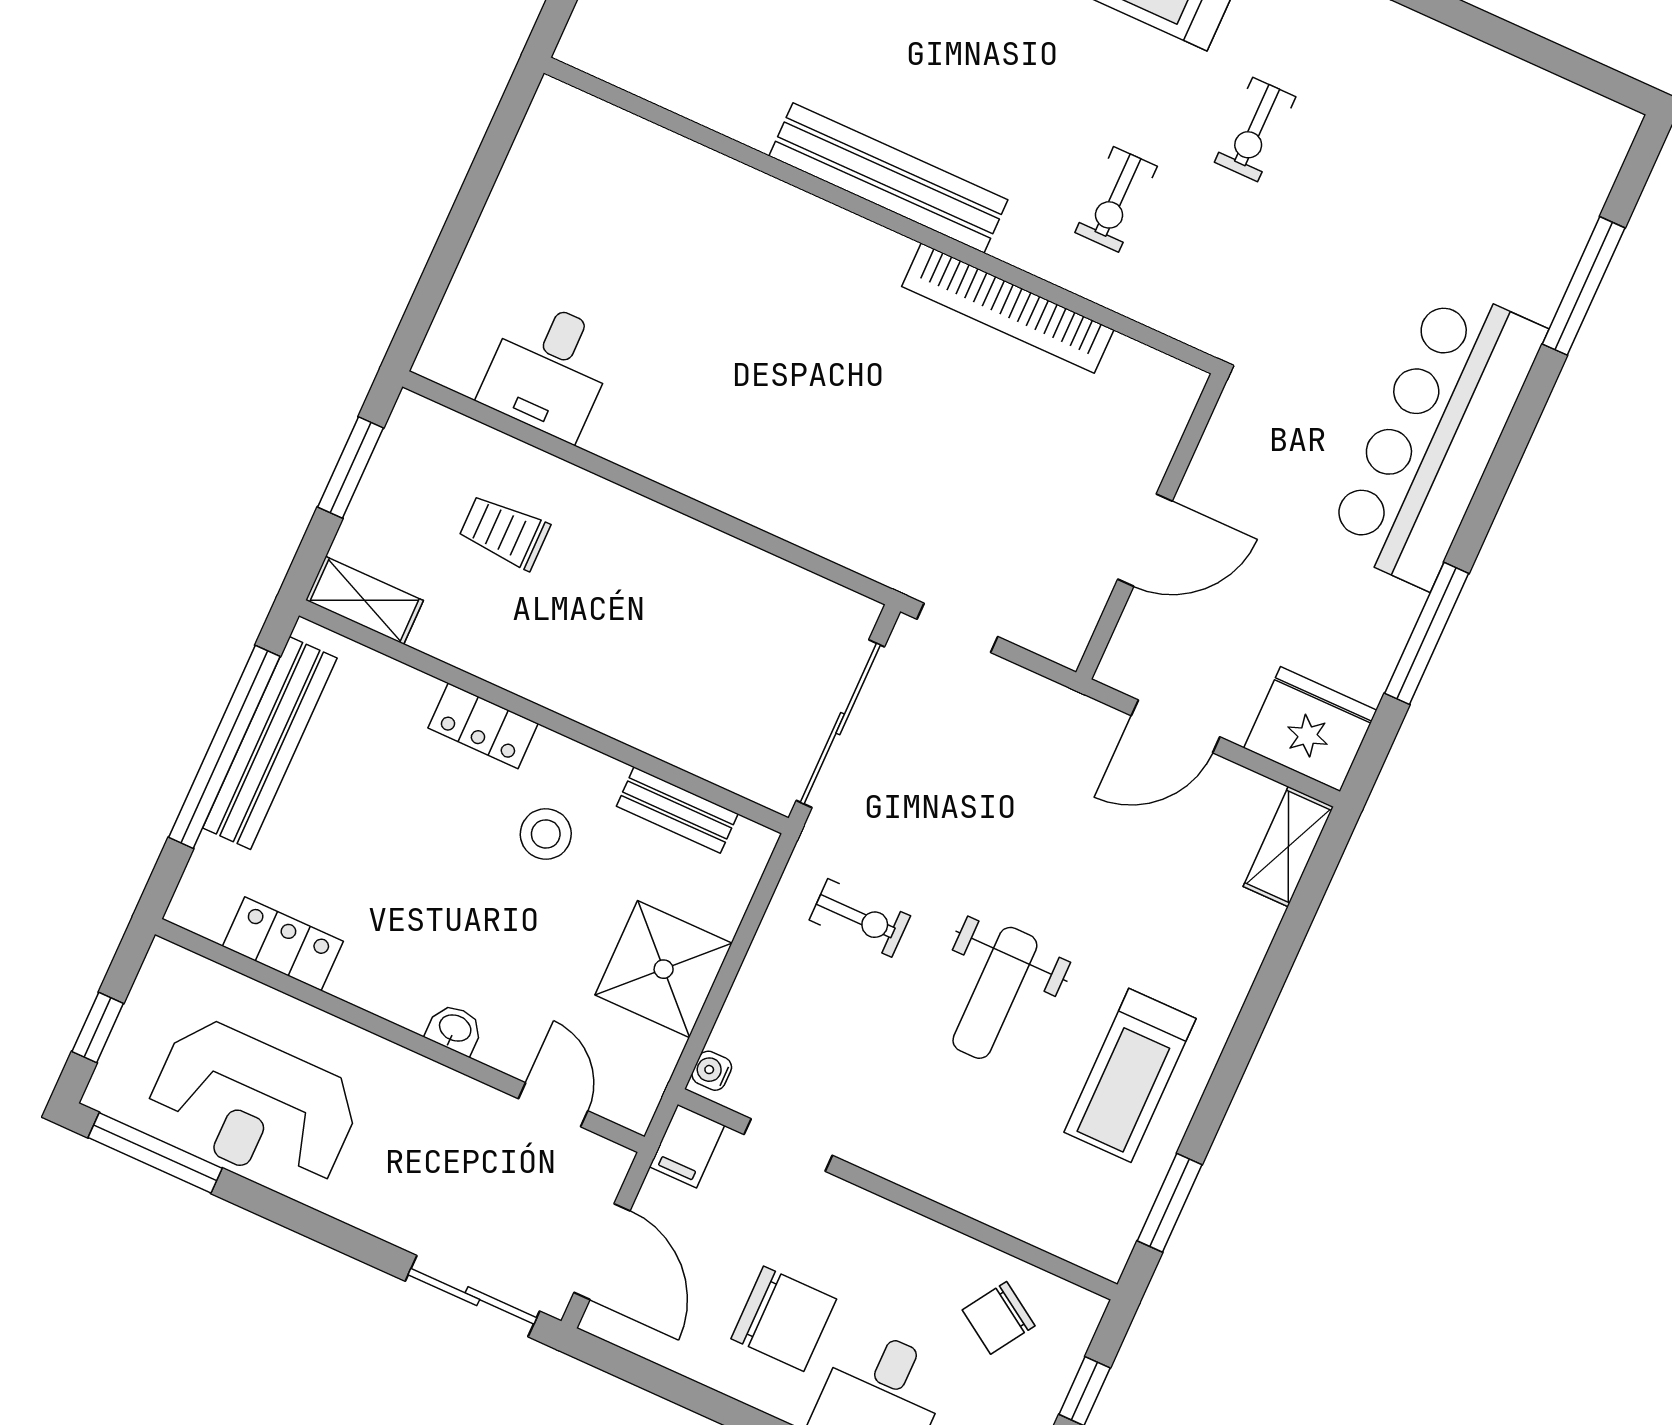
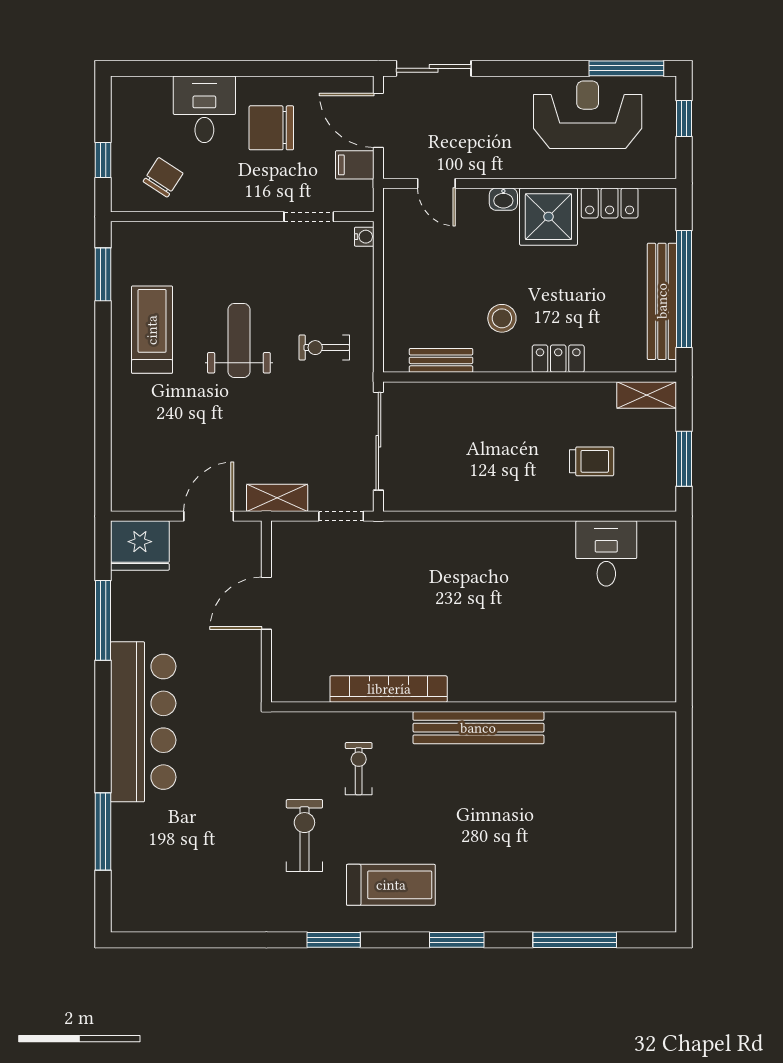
exercise bike: (1255, 129) -> (304, 836), width x1.38, depth x1.39
shelving: (1288, 847) -> (277, 498), moved, turned 90
shower: (664, 969) -> (548, 217), moved
filing cabinet: (687, 1146) -> (355, 165), moved, turned -90

